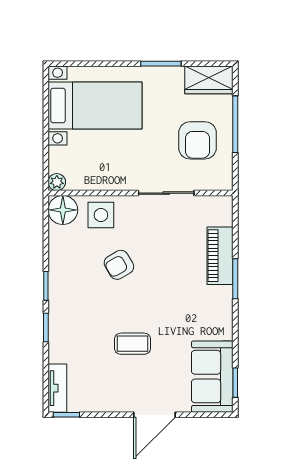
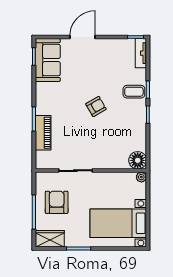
side table: (101, 215) -> (115, 157), removed
armchair: (119, 265) -> (96, 106), moved
coffee table: (133, 344) -> (134, 92), moved

